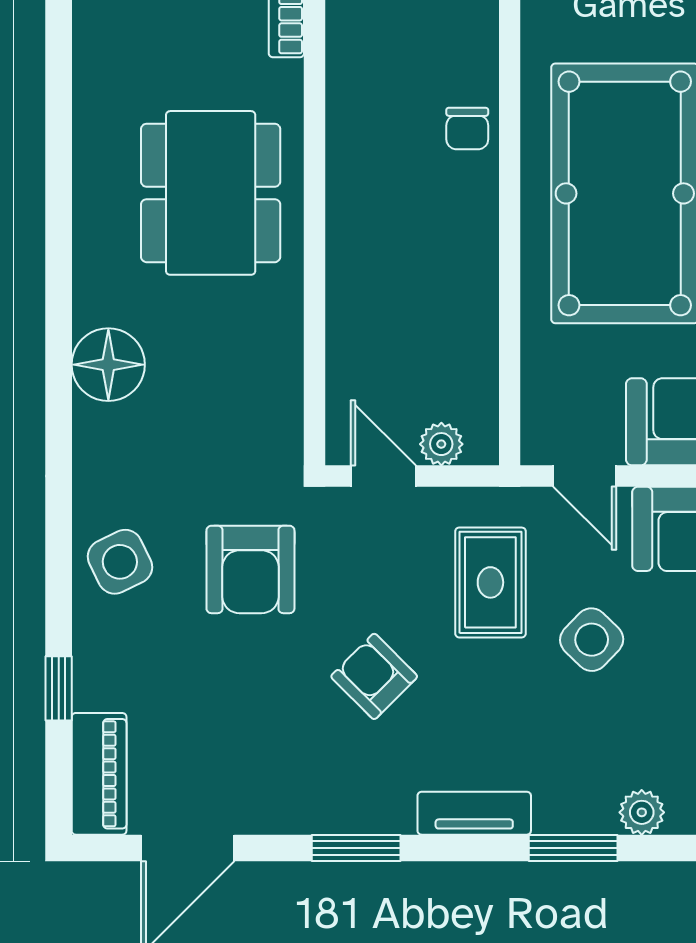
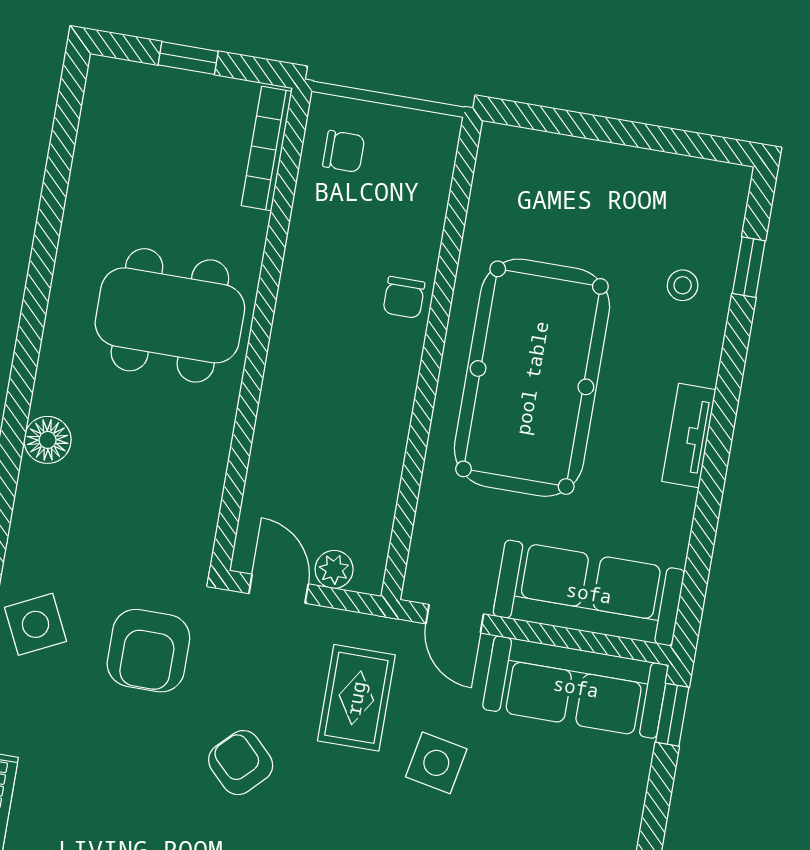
dining table: (211, 193) -> (170, 315), turned 90
floor lamp: (108, 365) -> (48, 440), width x0.73, depth x0.73
side table: (592, 640) -> (436, 763), turned -33

